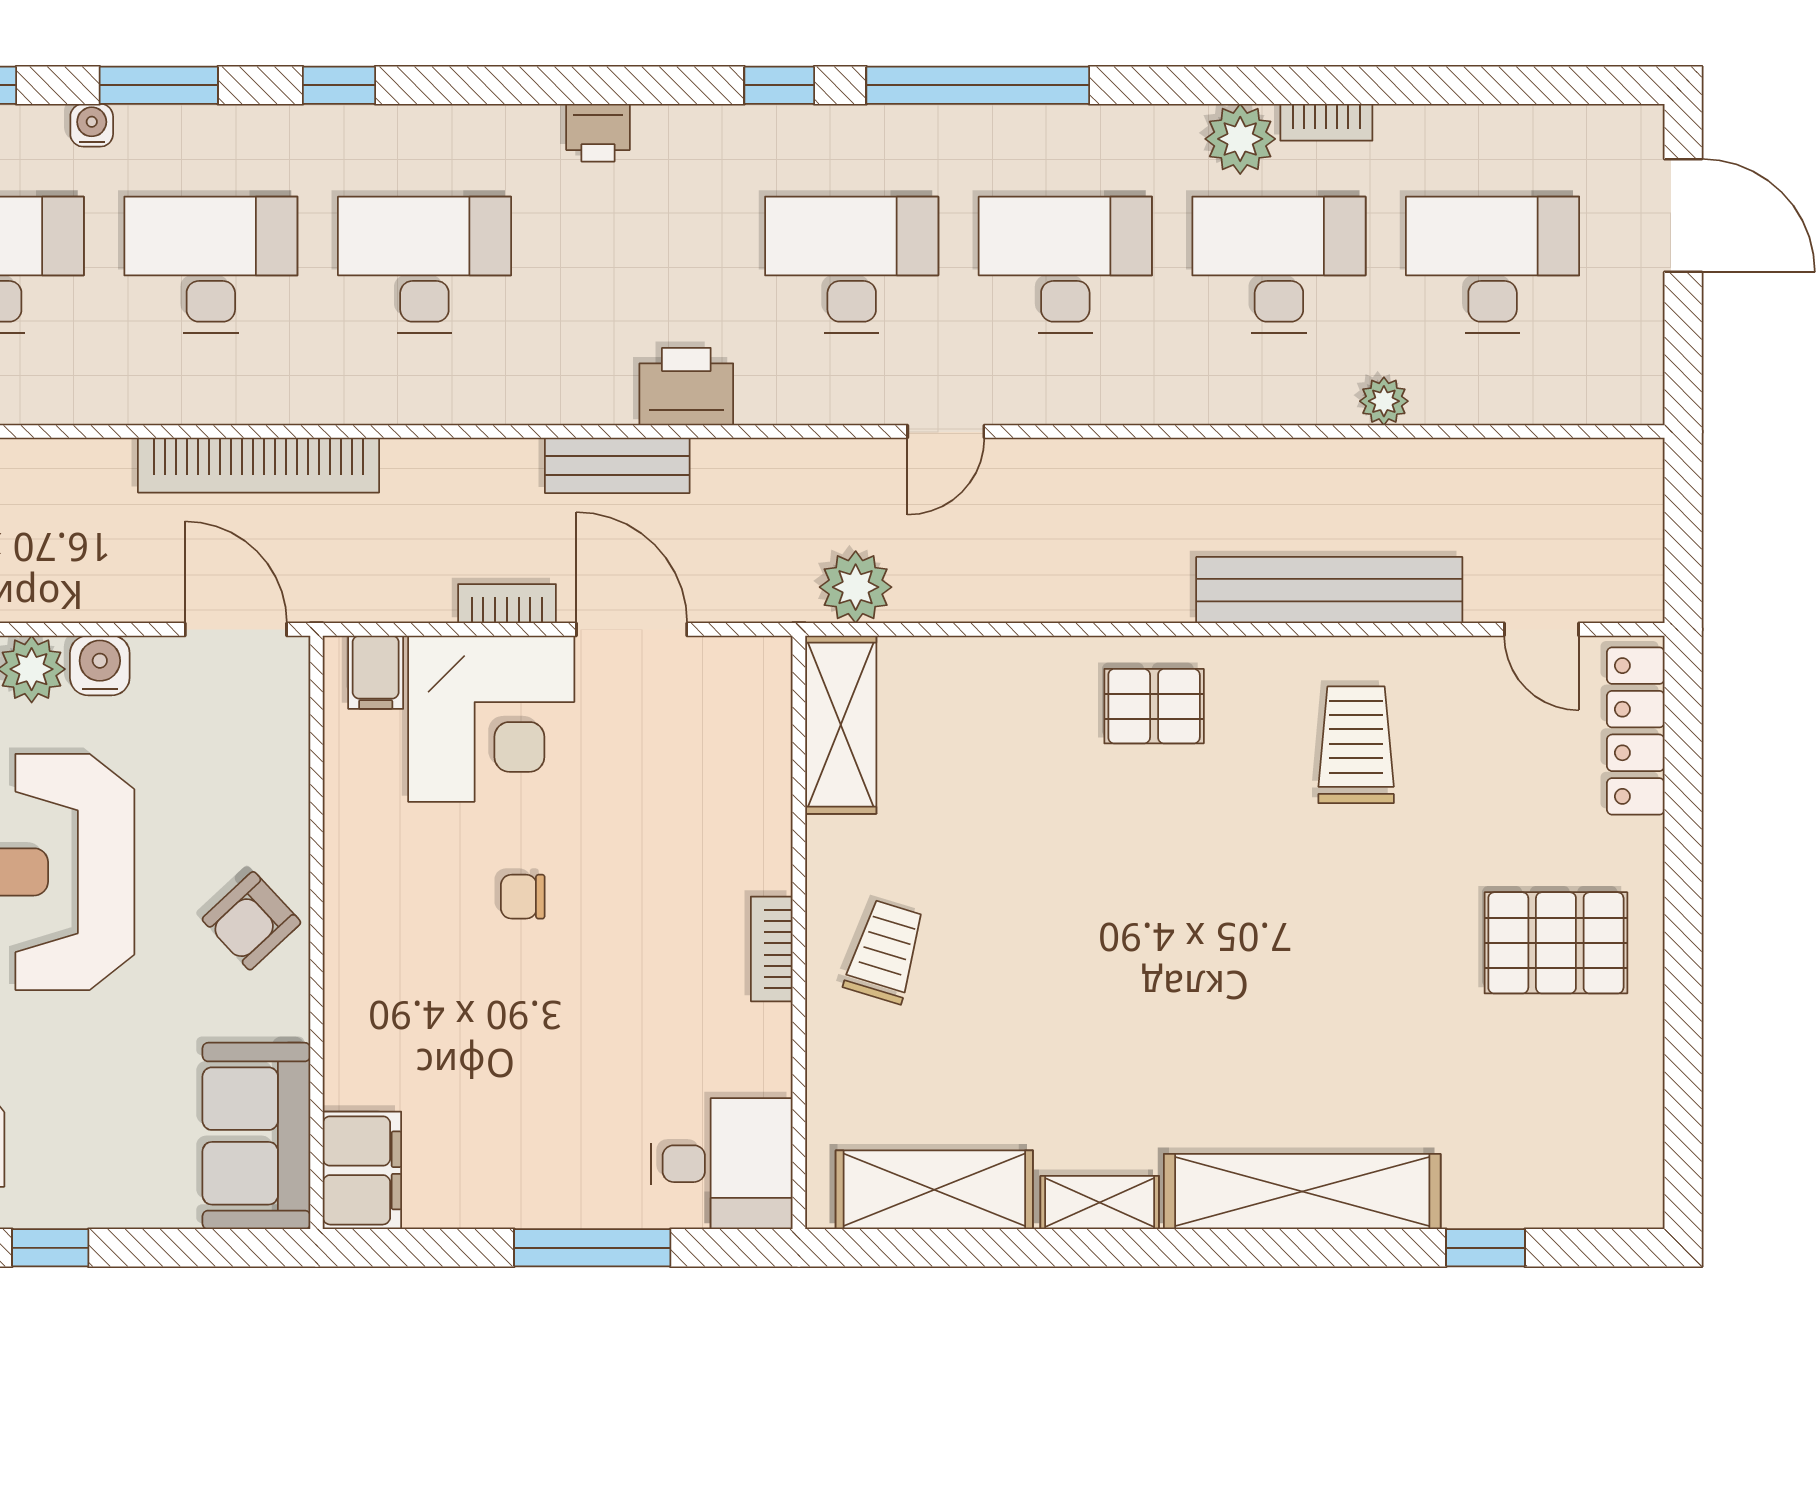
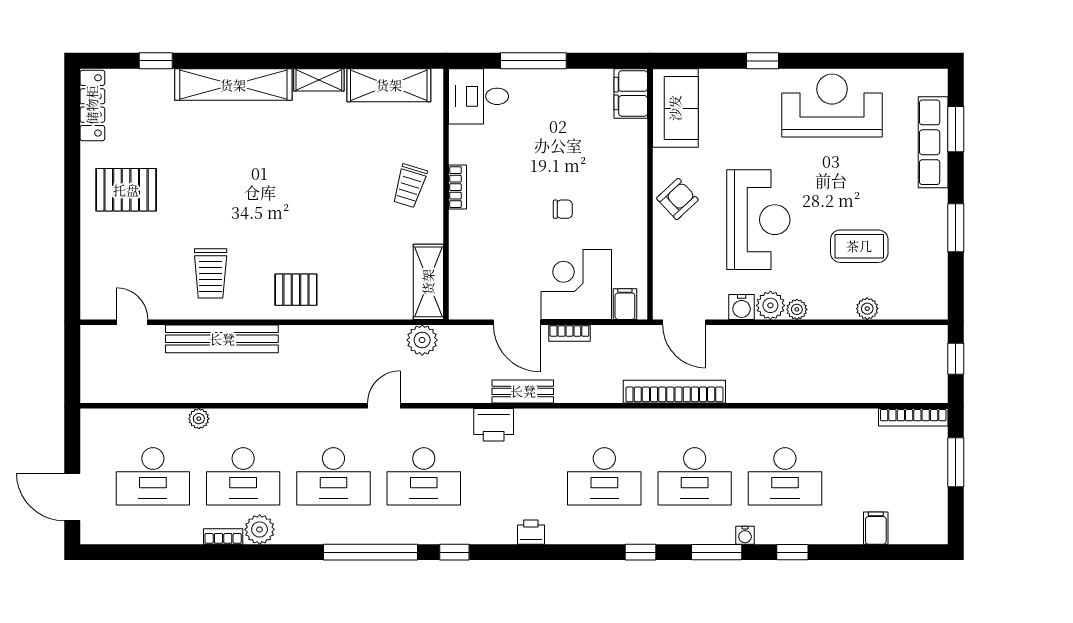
locker: (1636, 731) -> (92, 105), moved

